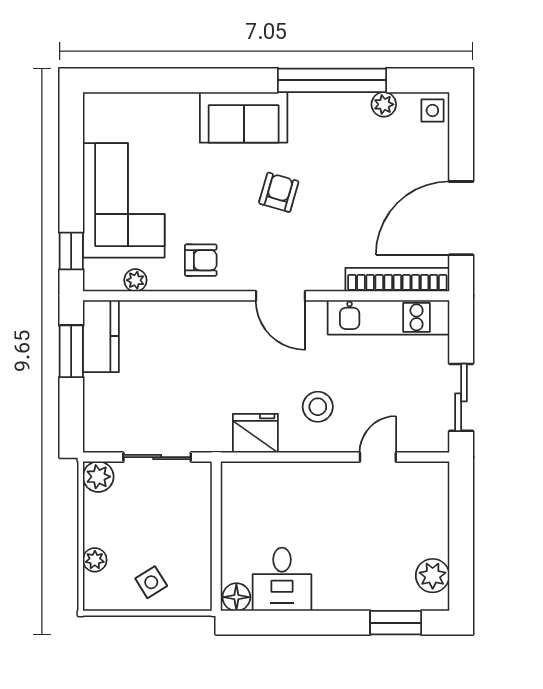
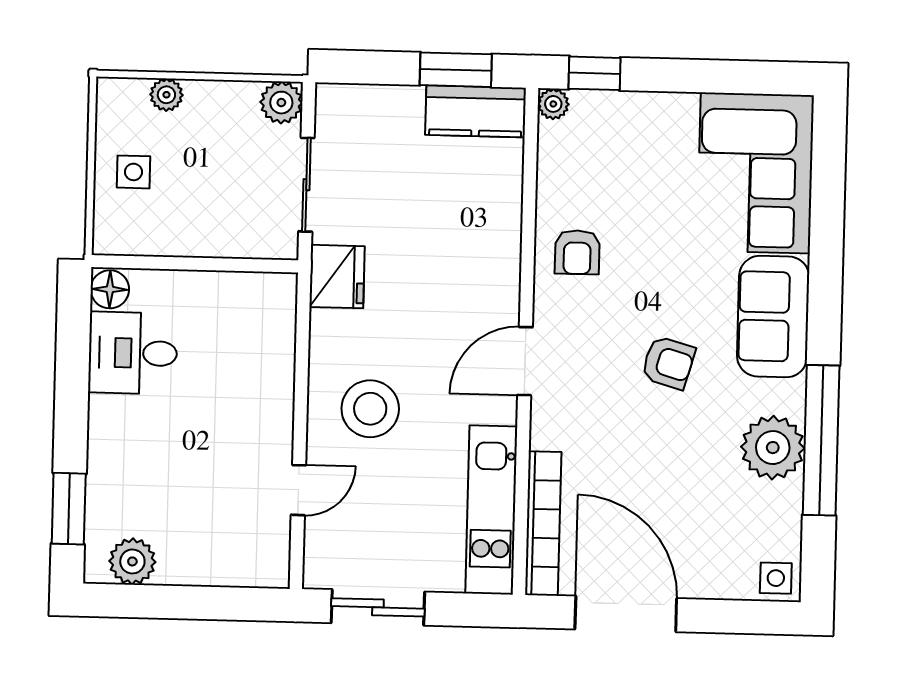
plant: (384, 104) -> (773, 448), moved, width x1.87, depth x1.87
corner sofa: (124, 200) -> (755, 173), moved, turned 90
plant: (135, 280) -> (553, 104), moved
stool: (318, 407) -> (370, 409), width x1.38, depth x1.38
fridge: (255, 433) -> (337, 277), moved
door: (378, 457) -> (298, 490), hinge flipped
side table: (151, 582) -> (134, 172), turned 32

